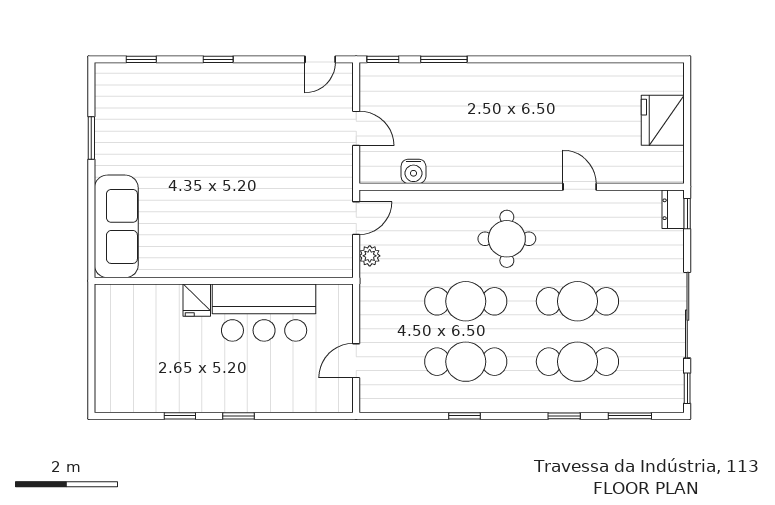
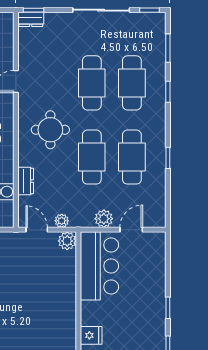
dresser: (429, 202) -> (26, 181), added
plant: (339, 264) -> (67, 241), added
bar counter: (264, 313) -> (99, 266), moved
plant: (373, 319) -> (104, 219), added
door: (356, 361) -> (131, 230), swing flipped

